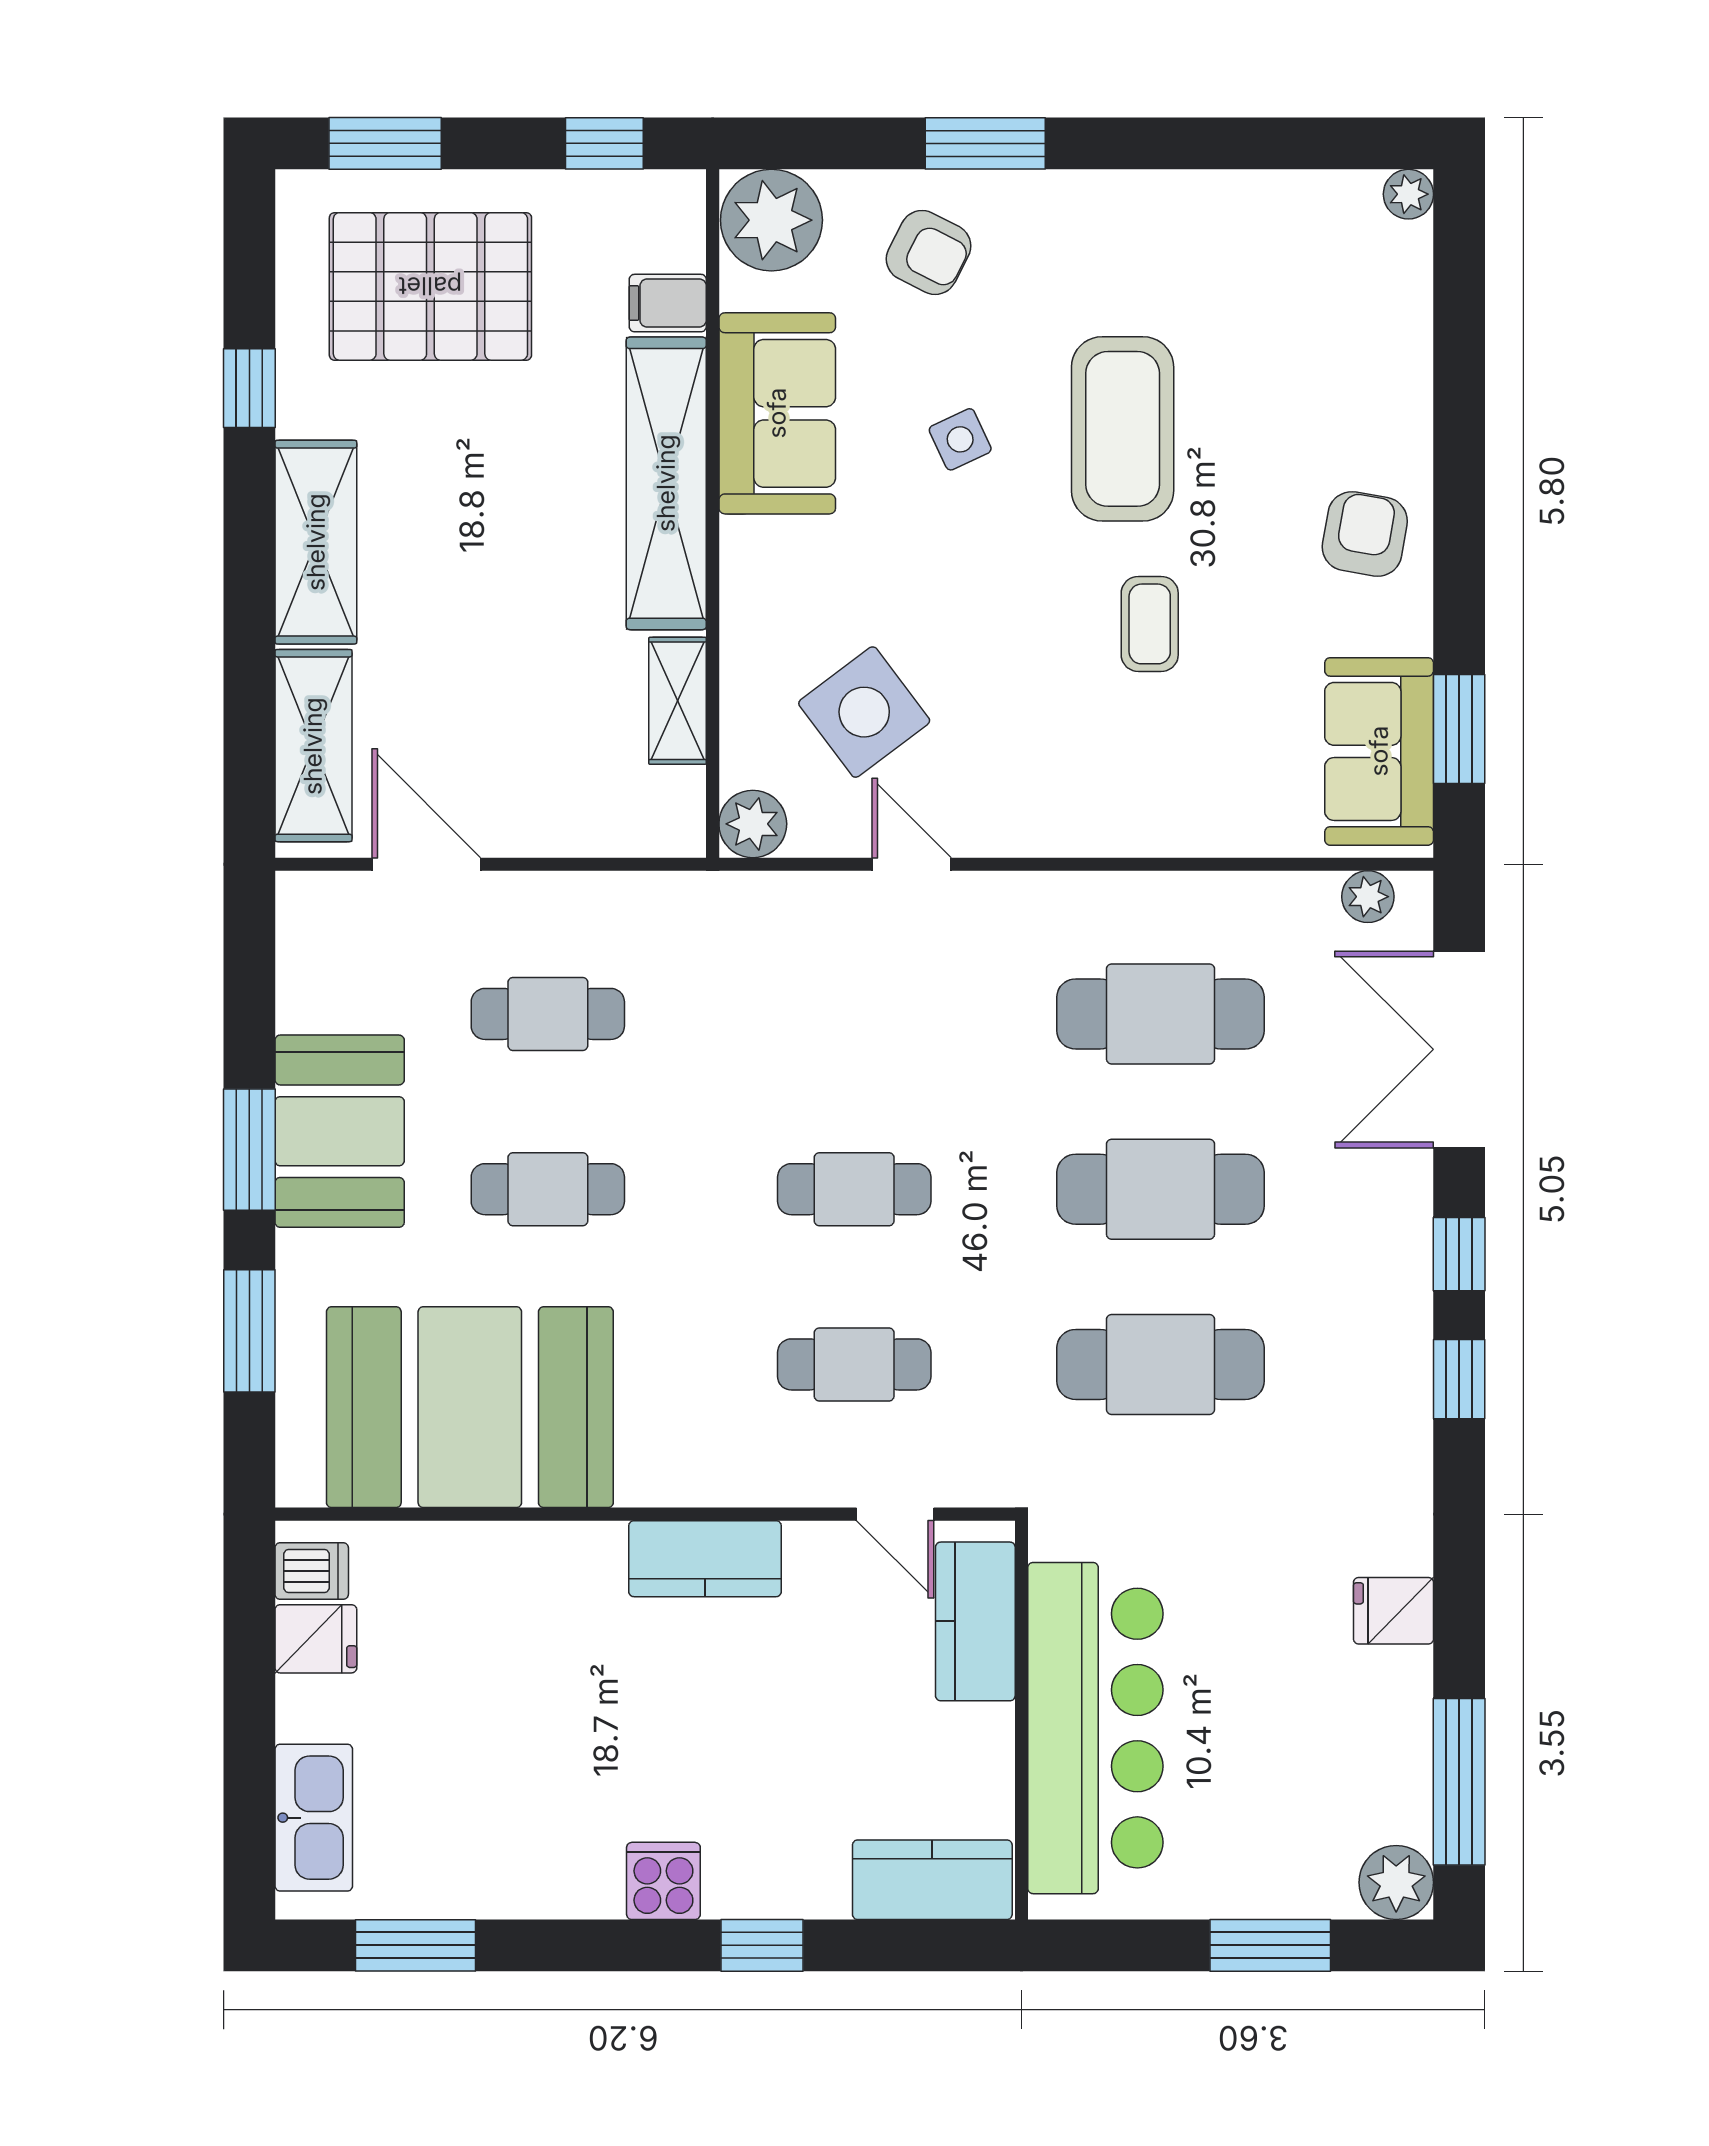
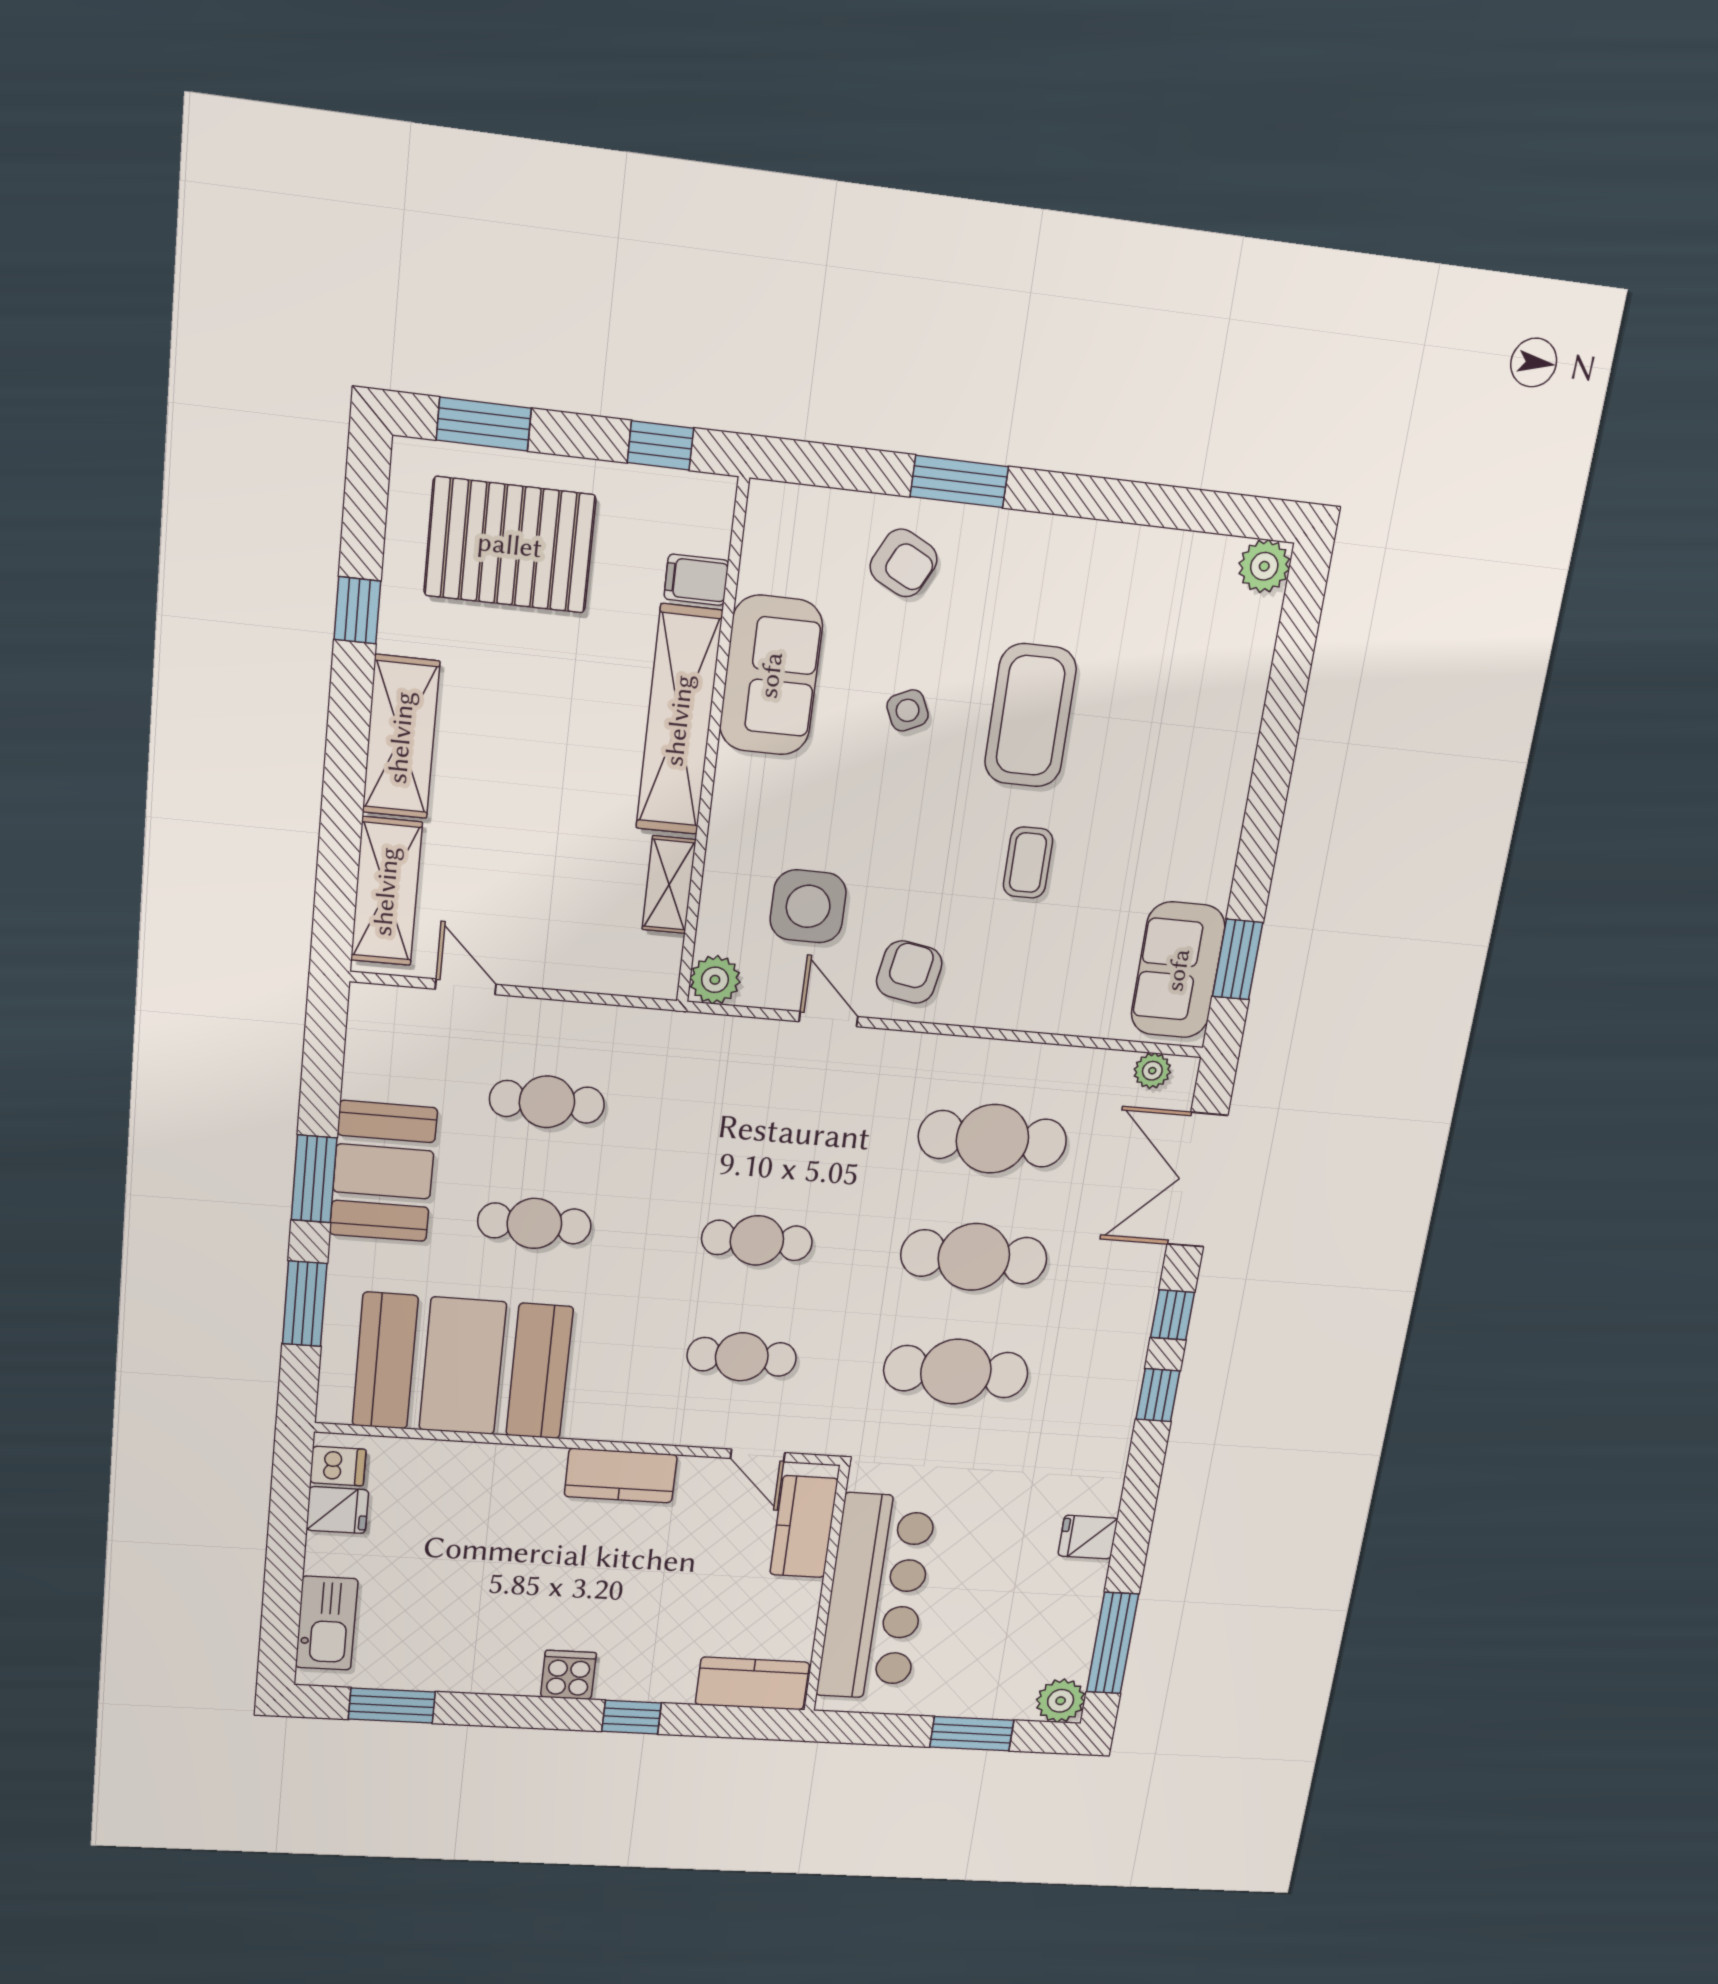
plant: (1408, 194) -> (1264, 566), width x1.38, depth x1.38
plant: (771, 220) -> (785, 523), removed
armchair: (1365, 534) -> (909, 972), moved
side table: (864, 712) -> (808, 906), turned 37
door: (426, 864) -> (466, 987), width x0.73

